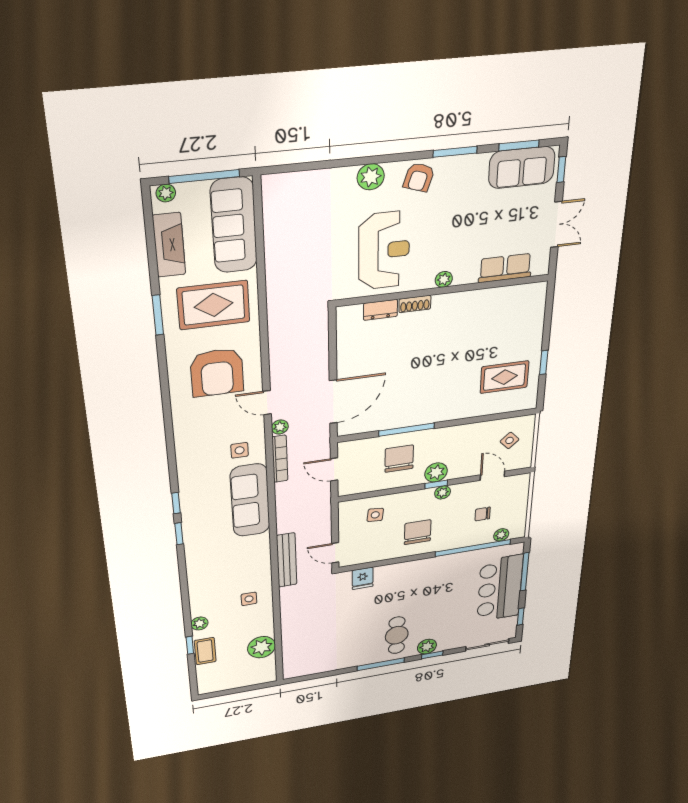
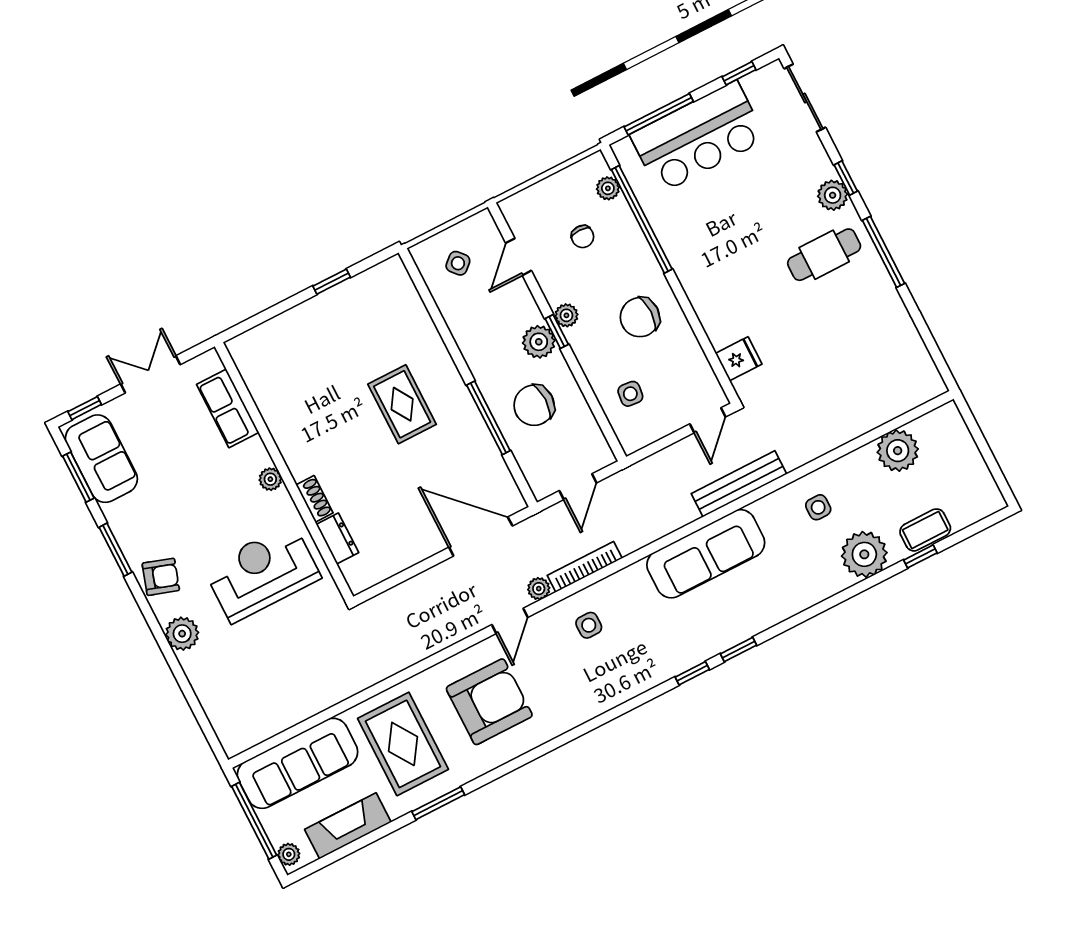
rug: (504, 377) -> (402, 404), moved
sofa: (250, 500) -> (706, 554), moved
plant: (199, 623) -> (864, 554), width x1.87, depth x1.87

